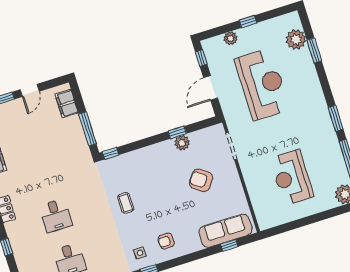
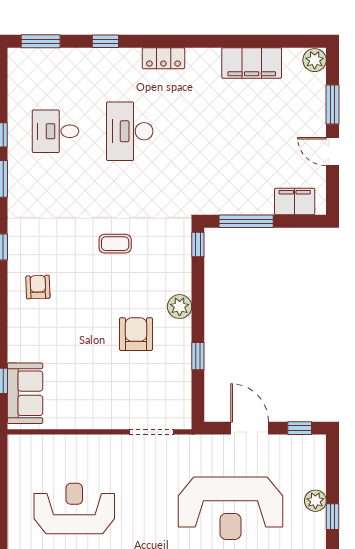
plant: (230, 38) -> (315, 501), moved
plant: (182, 143) -> (180, 307), moved
armchair: (201, 180) -> (136, 334), moved, turned -36
desk: (56, 215) -> (130, 131), width x1.37
sofa: (226, 231) -> (25, 393), width x0.73
side table: (140, 253) -> (32, 241), removed

